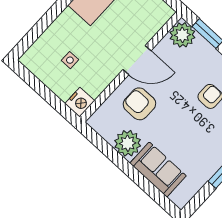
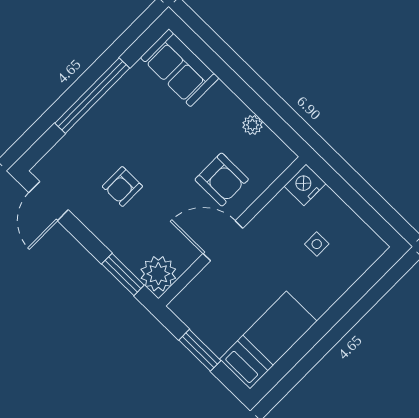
plant: (128, 143) -> (252, 125), width x0.53, depth x0.53
sofa: (158, 170) -> (180, 68), moved

